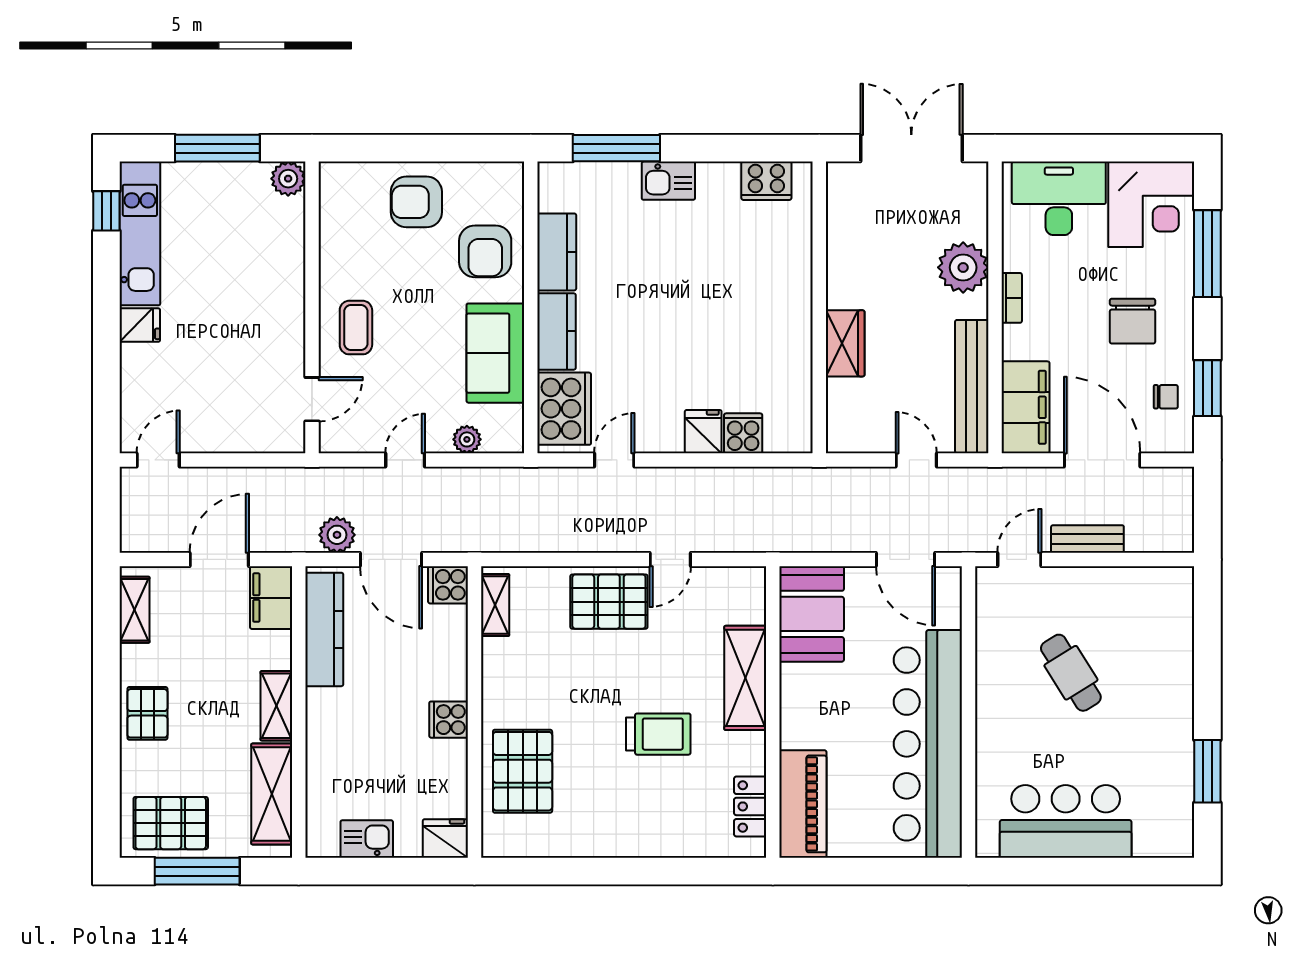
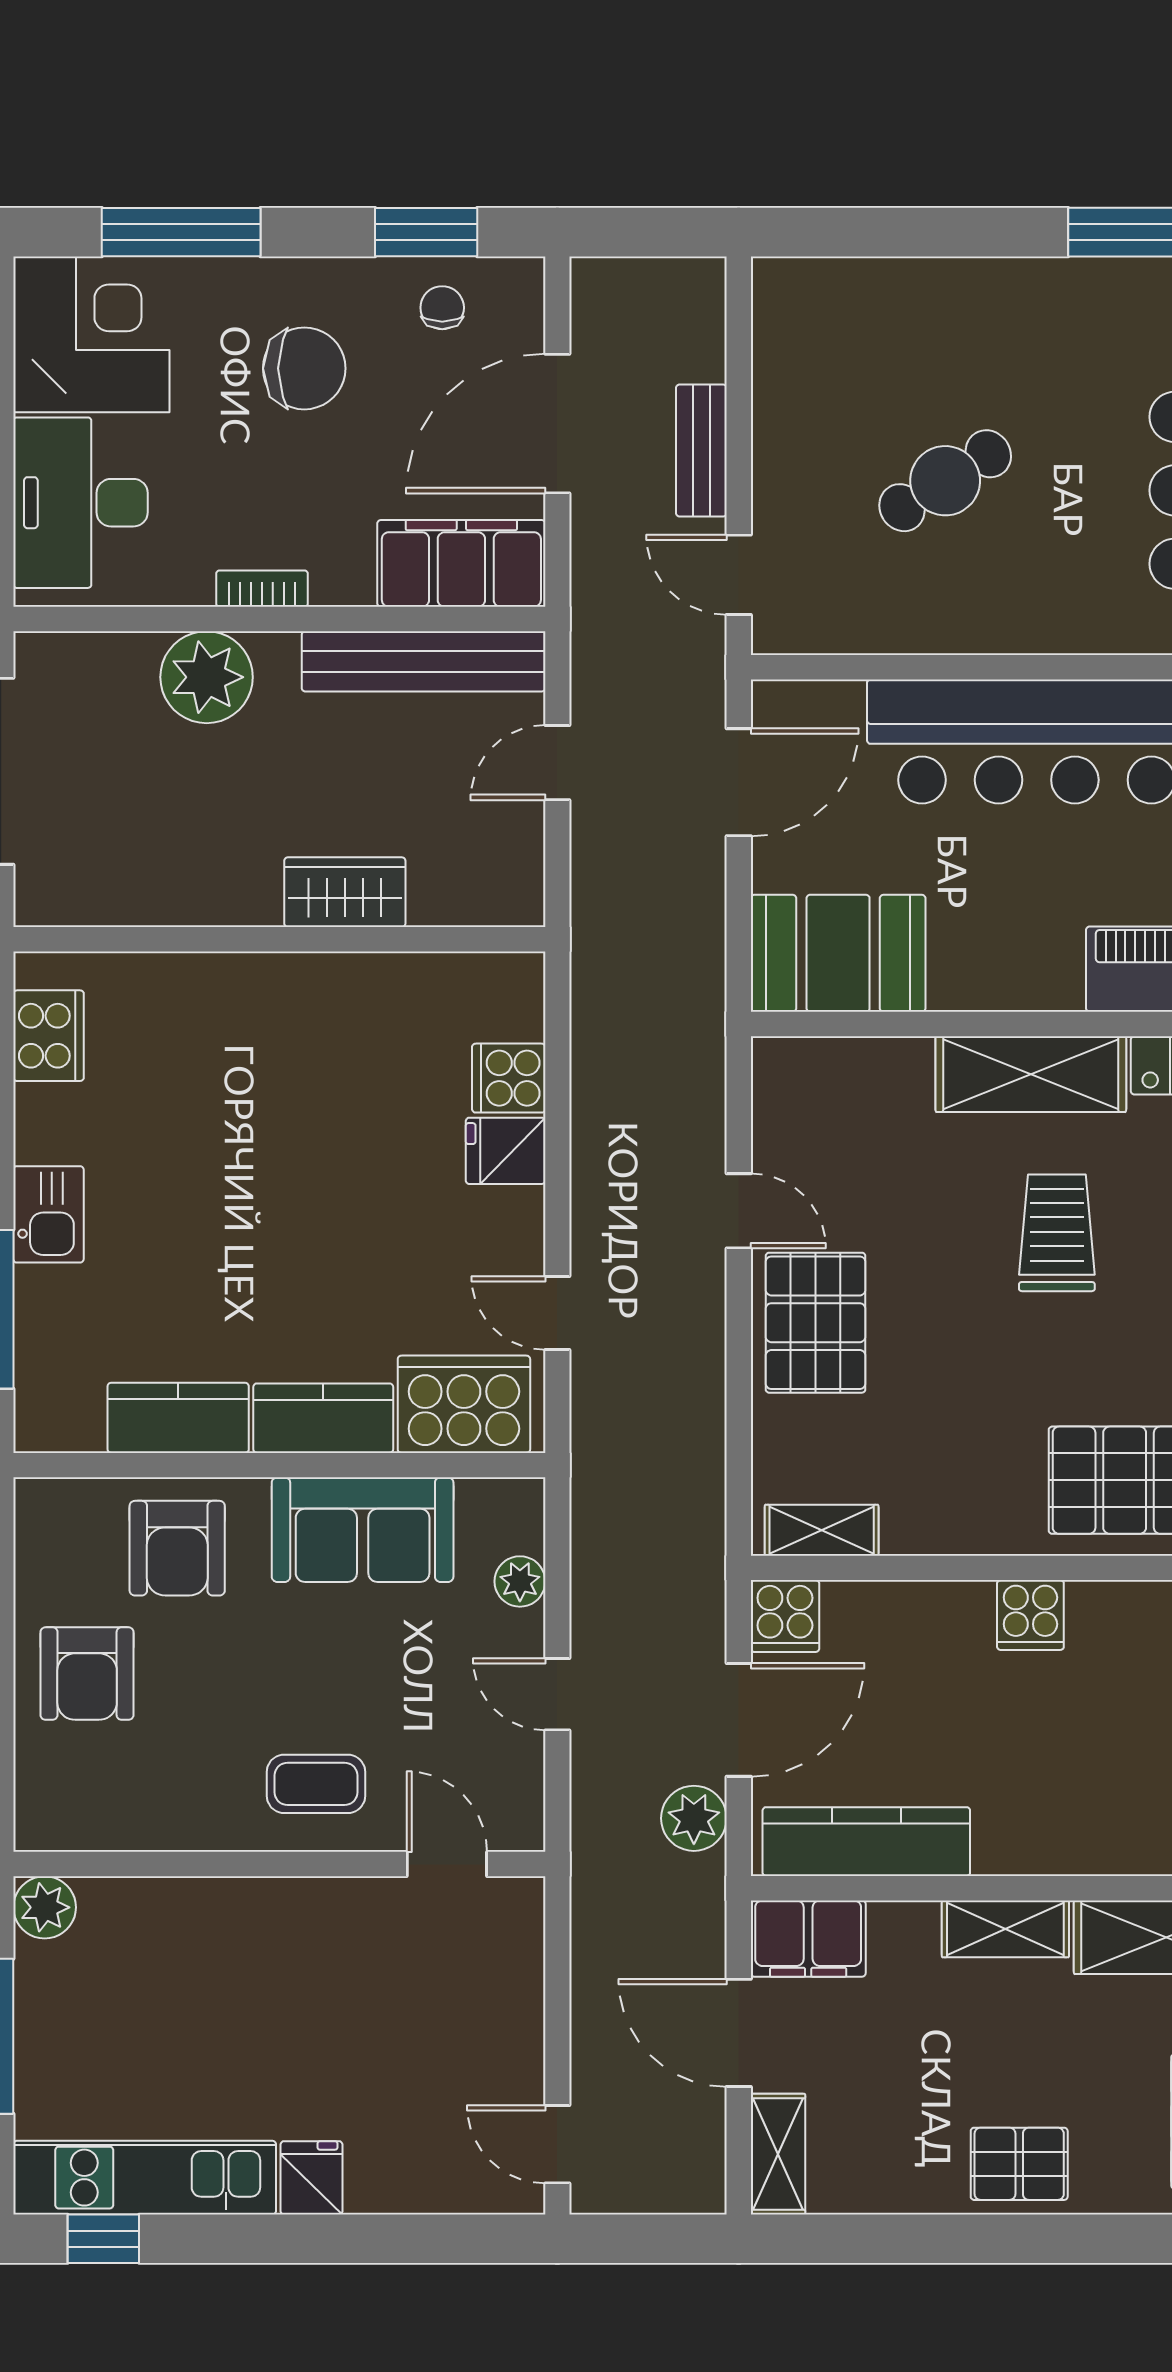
armchair: (485, 251) -> (177, 1548), turned 90
shelving: (135, 610) -> (778, 2154), moved, turned 90
shelving: (745, 678) -> (1031, 1074), moved

